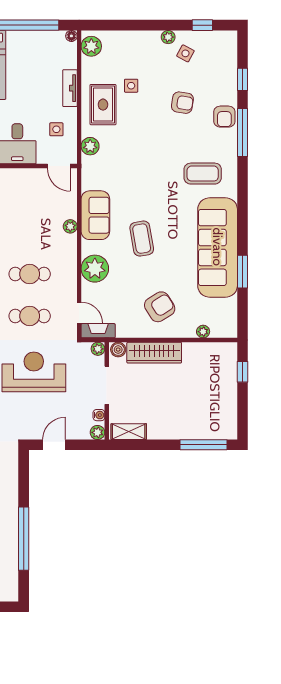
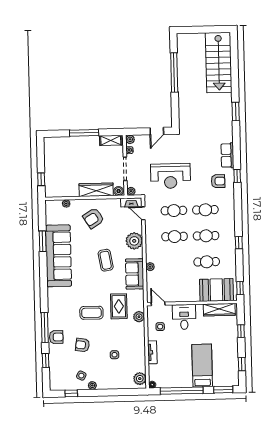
rug: (103, 105) -> (119, 306), moved
armchair: (224, 117) -> (56, 337), turned 90
coffee table: (203, 174) -> (91, 313), moved
window: (204, 445) -> (84, 133), moved

